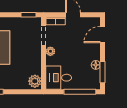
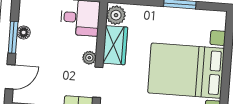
wardrobe: (34, 61) -> (115, 45), added
window: (103, 72) -> (13, 37), moved

